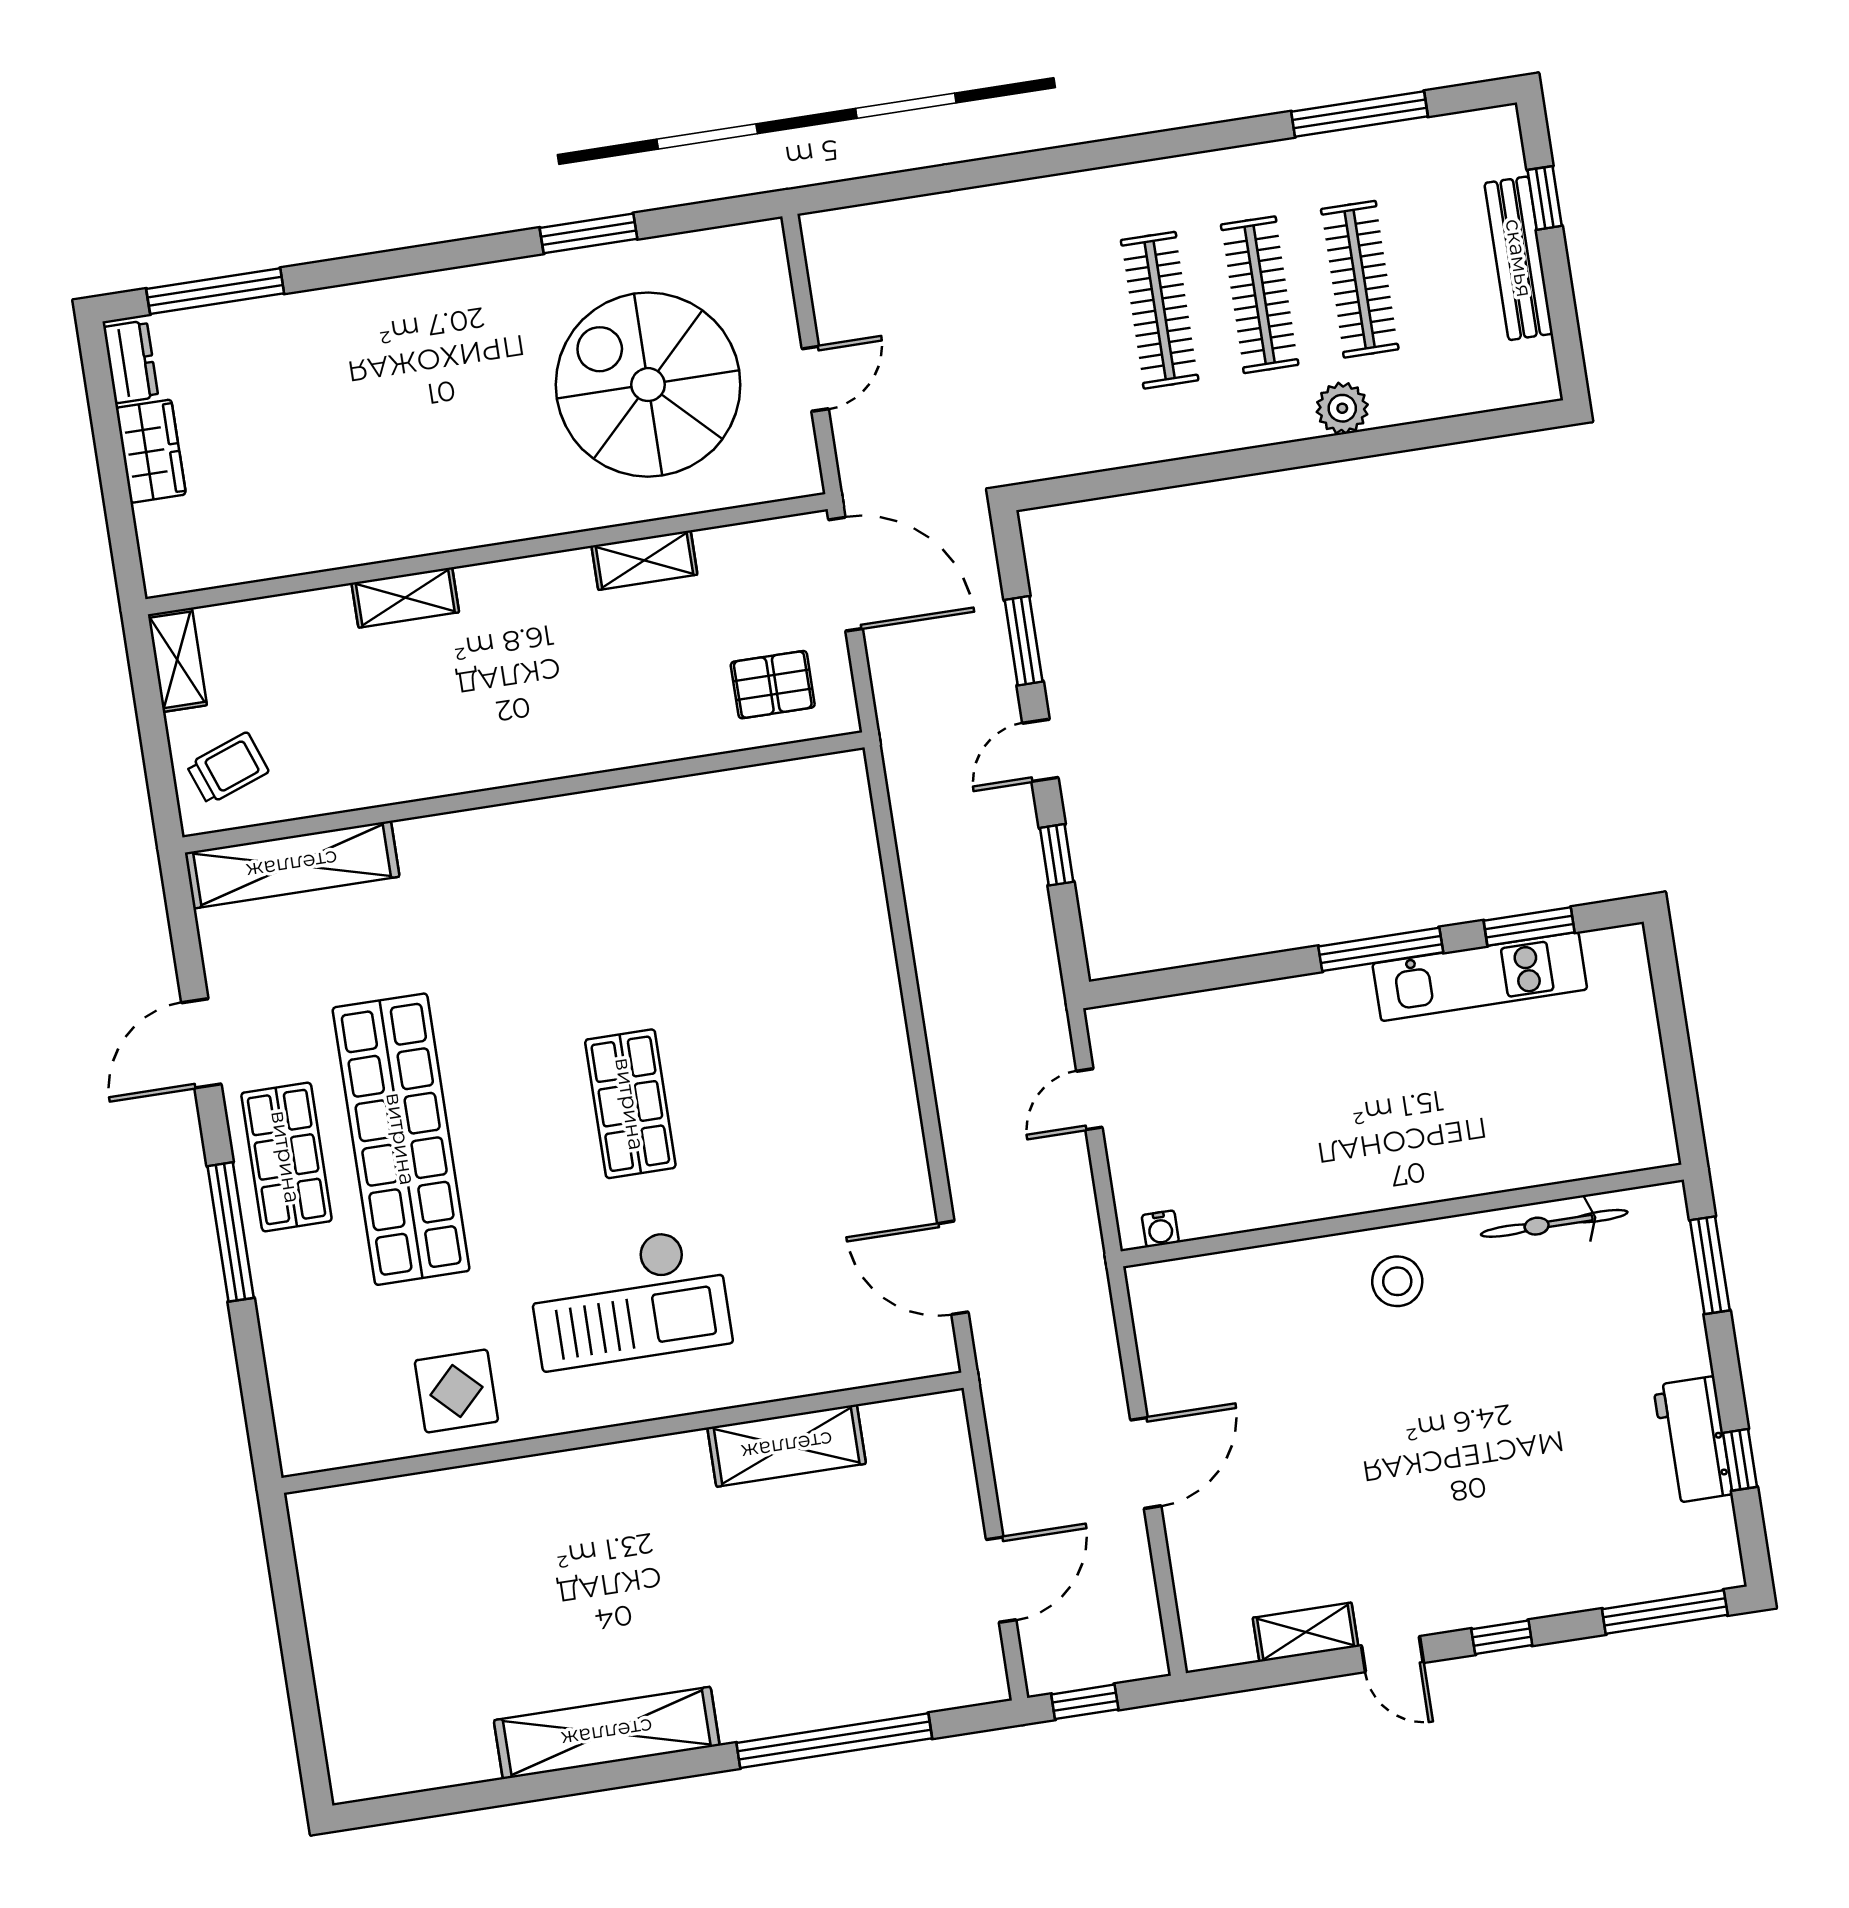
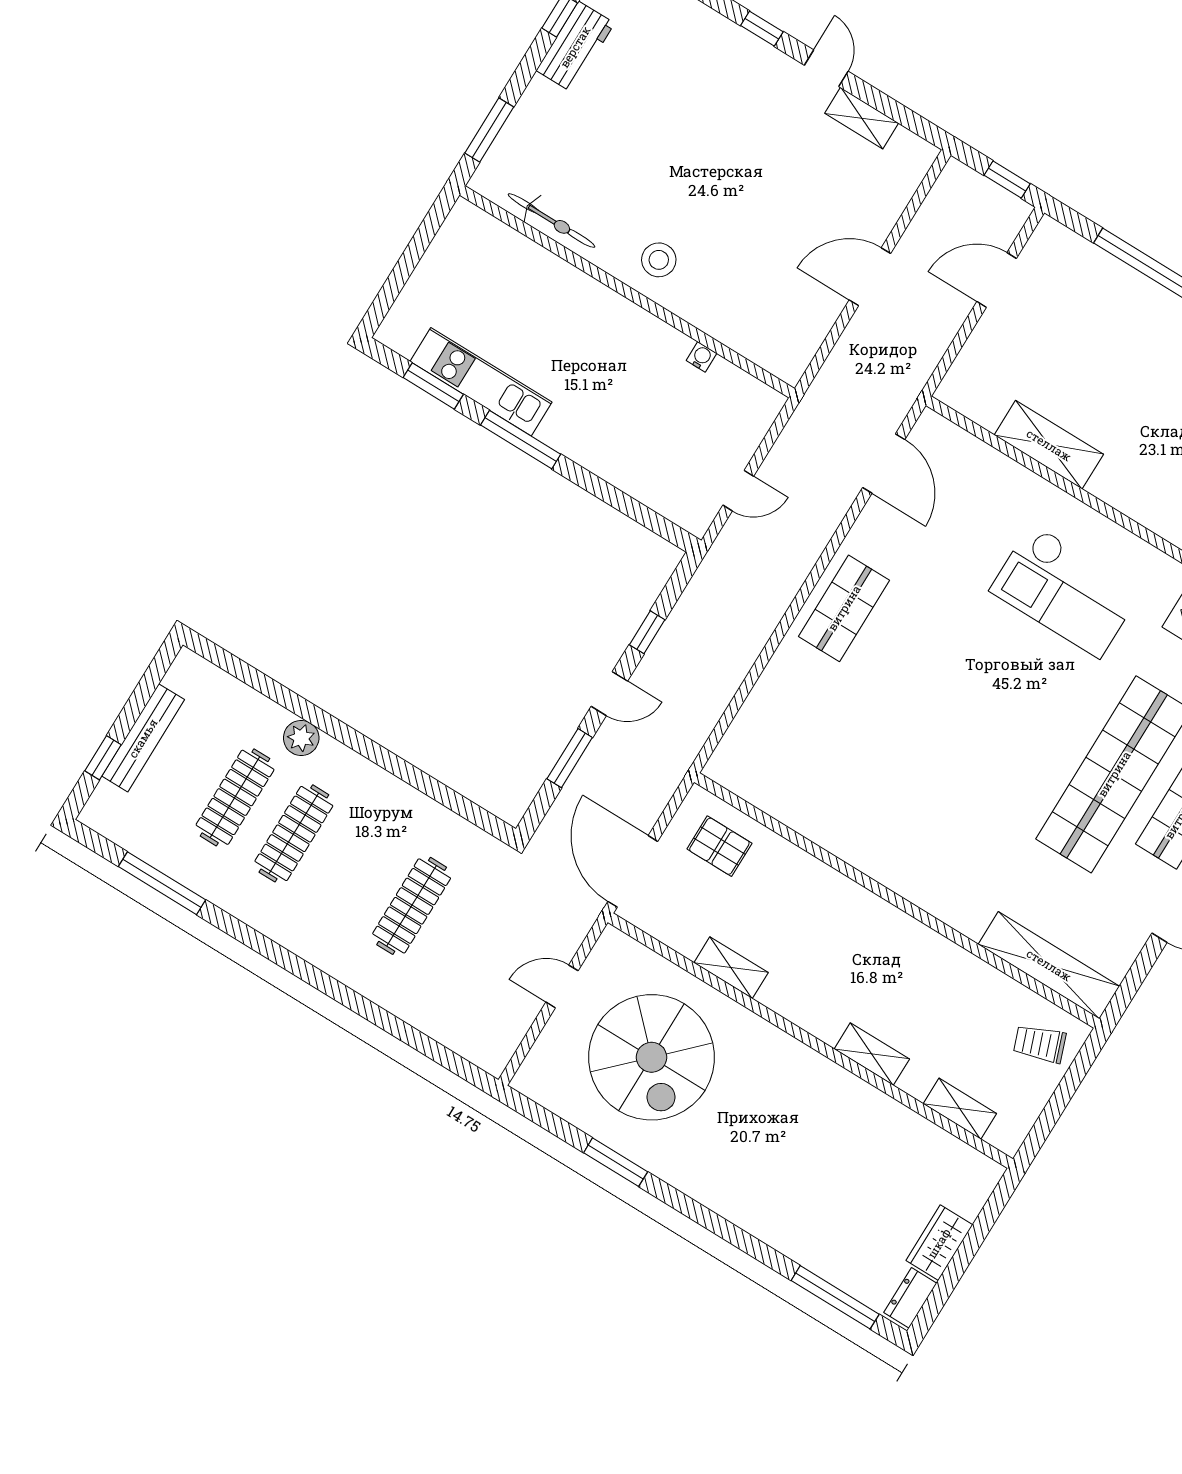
clothes rail: (1160, 310) -> (412, 906), moved
shelving: (177, 660) -> (960, 1109), moved, turned 90
shop shelf: (630, 1104) -> (844, 608), moved
water cooler: (1160, 1229) -> (702, 357), moved
checkout: (629, 1298) -> (1066, 591), turned 180

